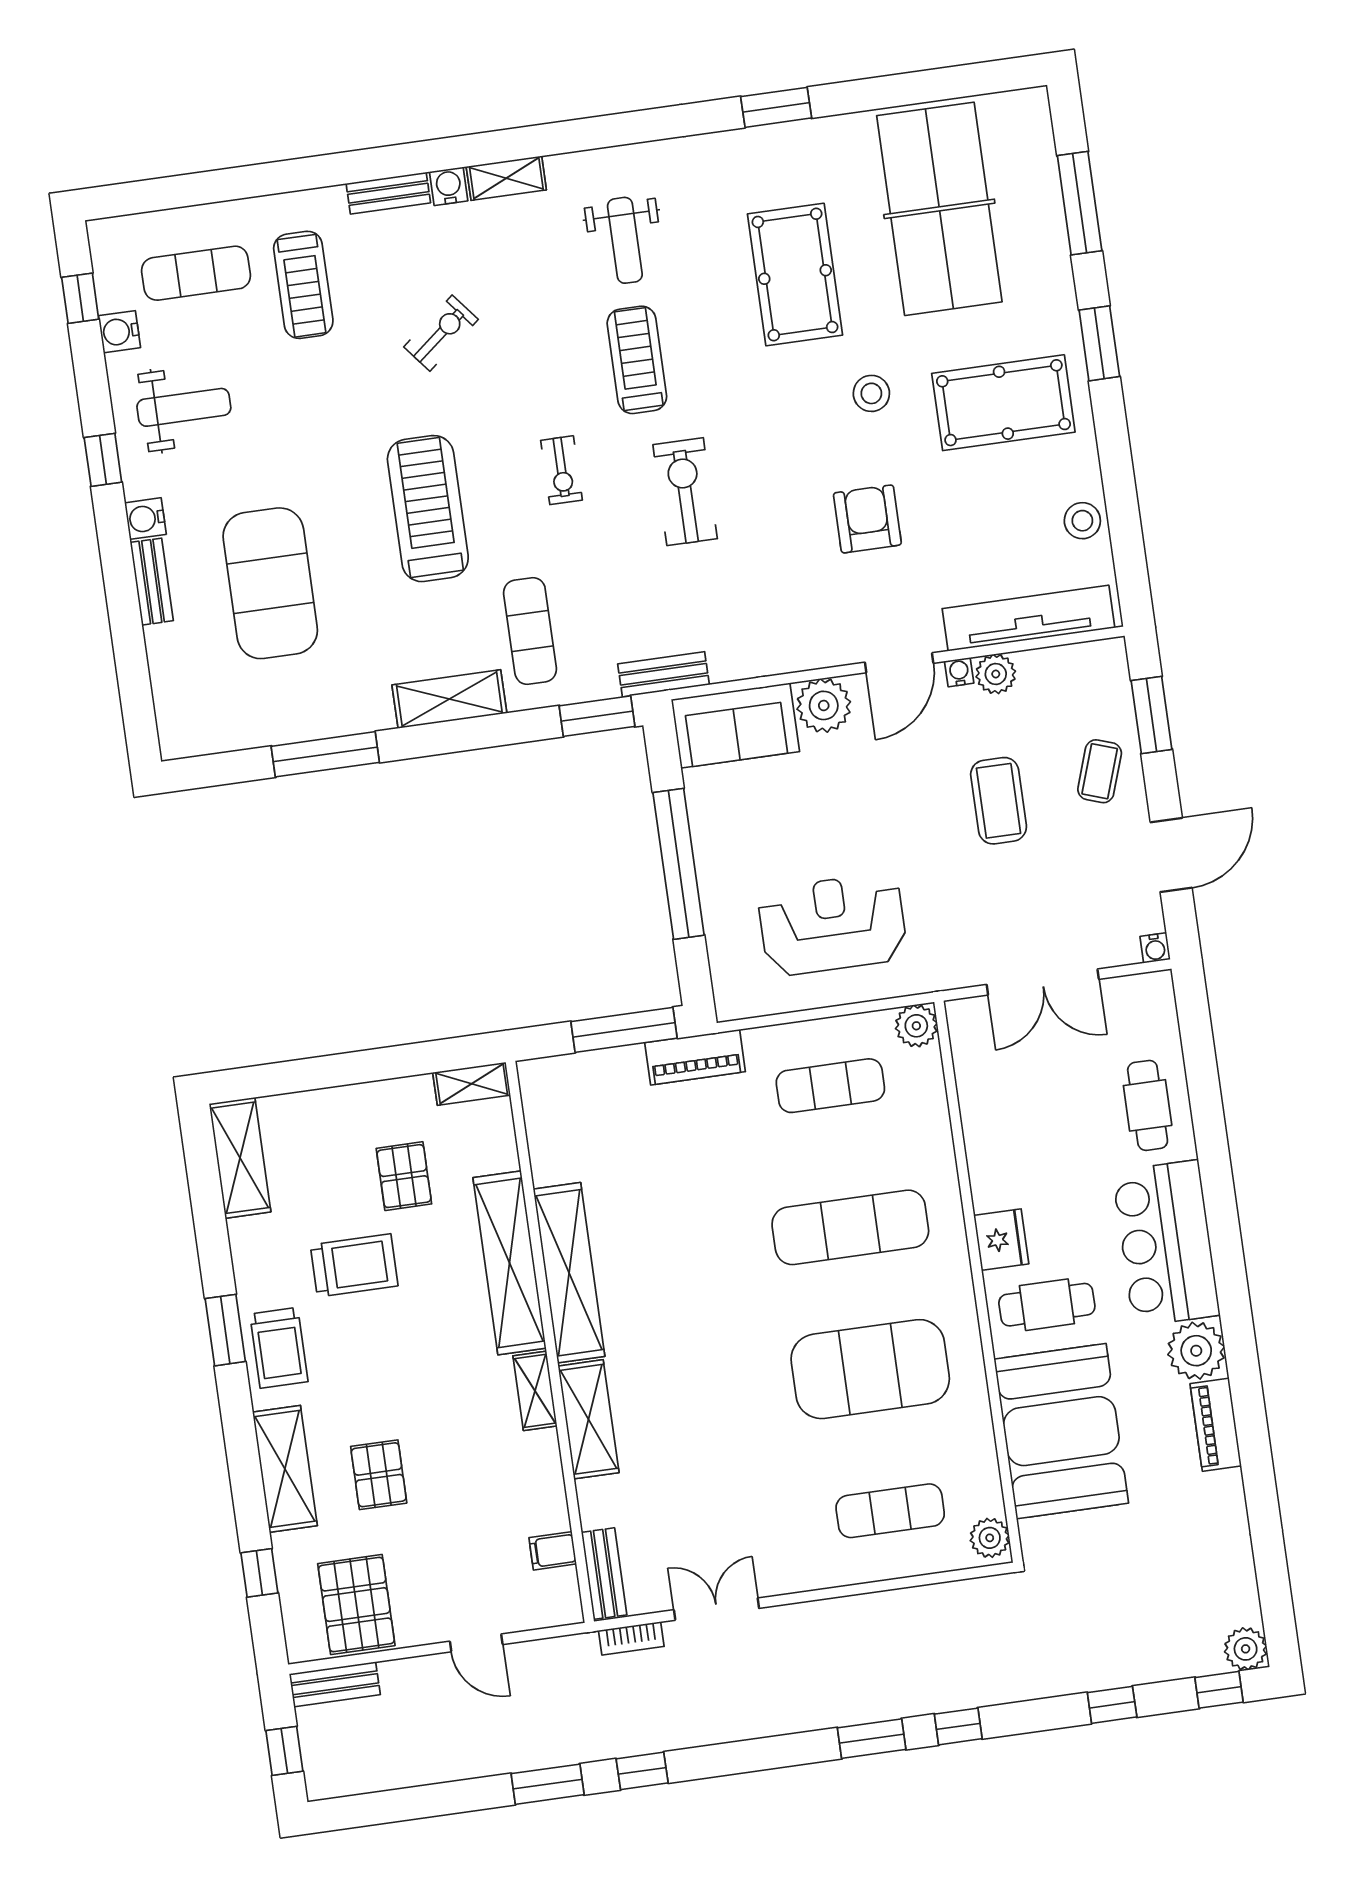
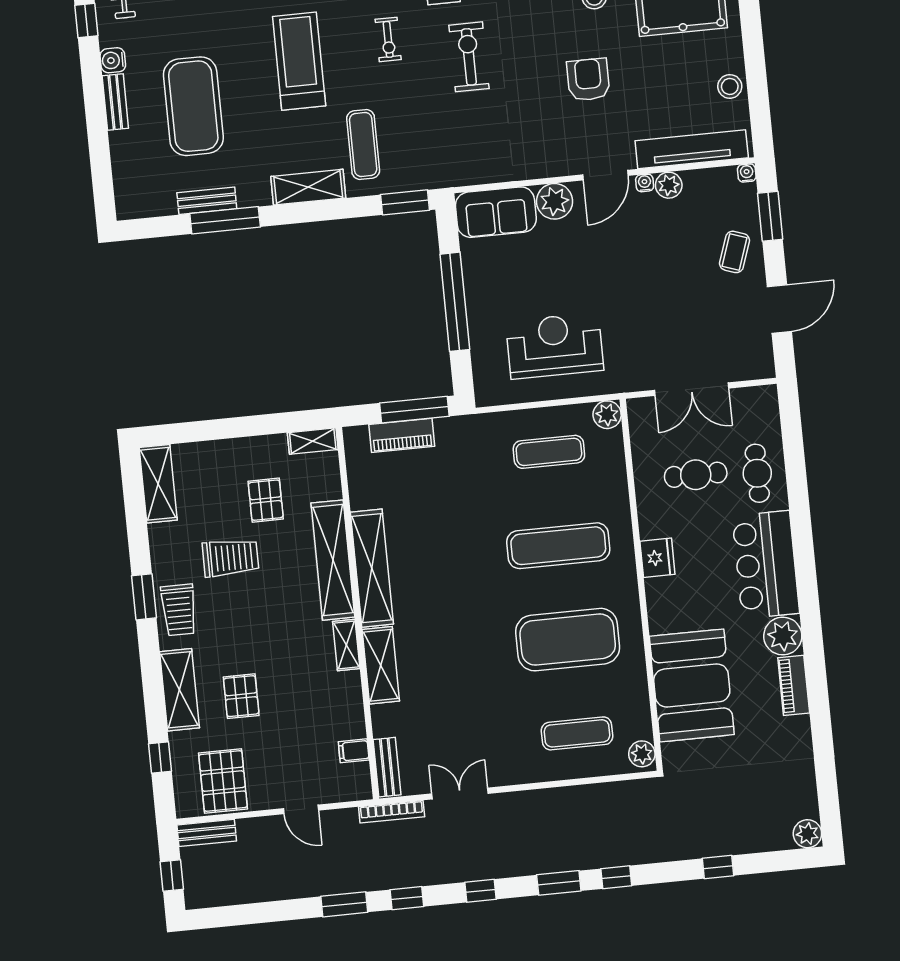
bench: (663, 674) -> (207, 201), moved
coffee table: (999, 801) -> (667, 269), removed
water cooler: (1155, 948) -> (747, 173), moved, turned 180
piano: (695, 1057) -> (402, 435), moved
cafe table: (1047, 1305) -> (696, 475), moved
bookcase: (631, 1638) -> (392, 812), width x1.56
window: (1219, 1690) -> (481, 891), moved

